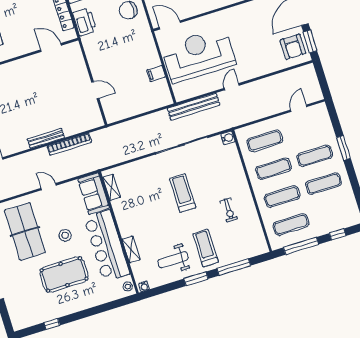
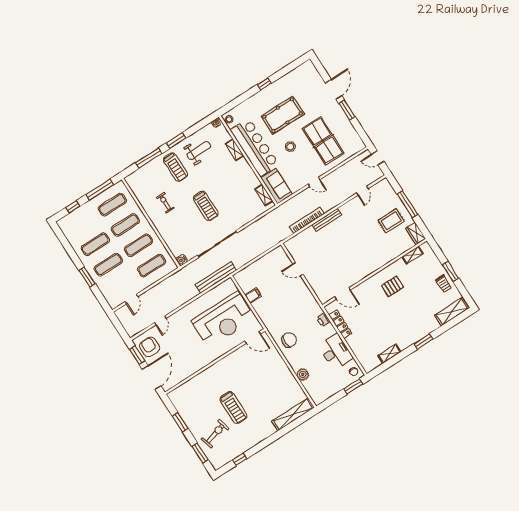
printer: (85, 22) -> (323, 320), width x0.53, depth x0.68
door: (232, 87) -> (160, 320), moved
window: (52, 324) -> (264, 84), moved

